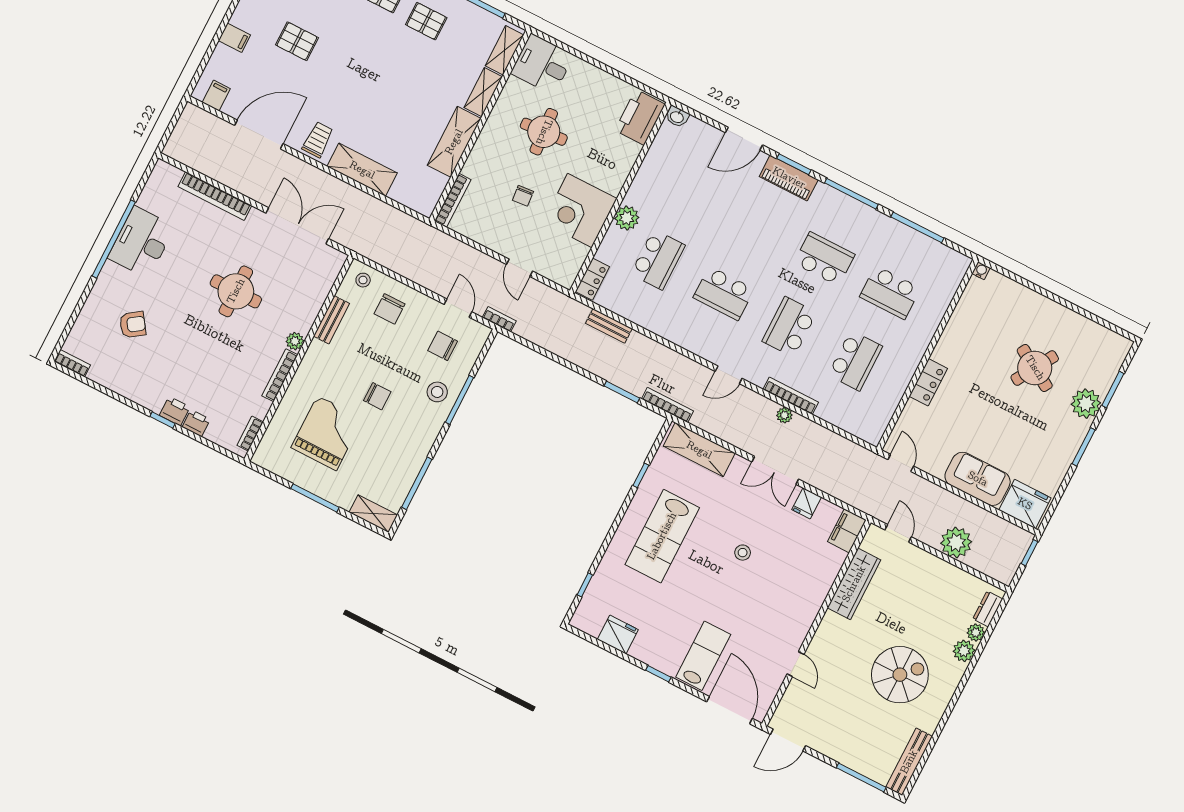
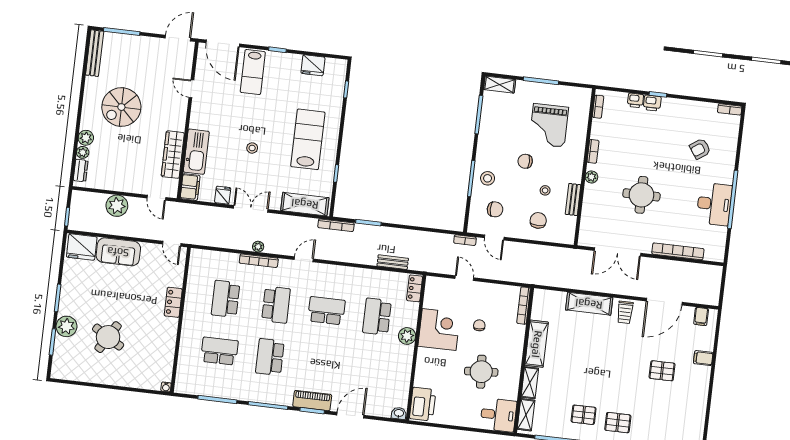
school desk: (824, 259) -> (270, 357), turned 90
stool: (363, 280) -> (545, 190), moved
bookcase: (280, 375) -> (593, 151), width x0.64
kitchen sink: (821, 576) -> (196, 152), added

